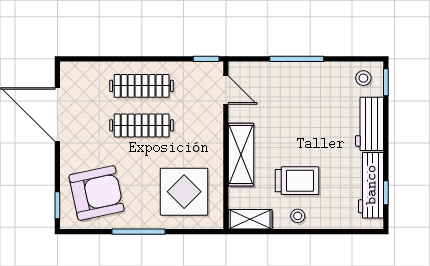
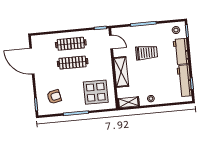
trolley: (297, 181) -> (146, 53), moved
armchair: (97, 193) -> (54, 97), width x0.53, depth x0.53

